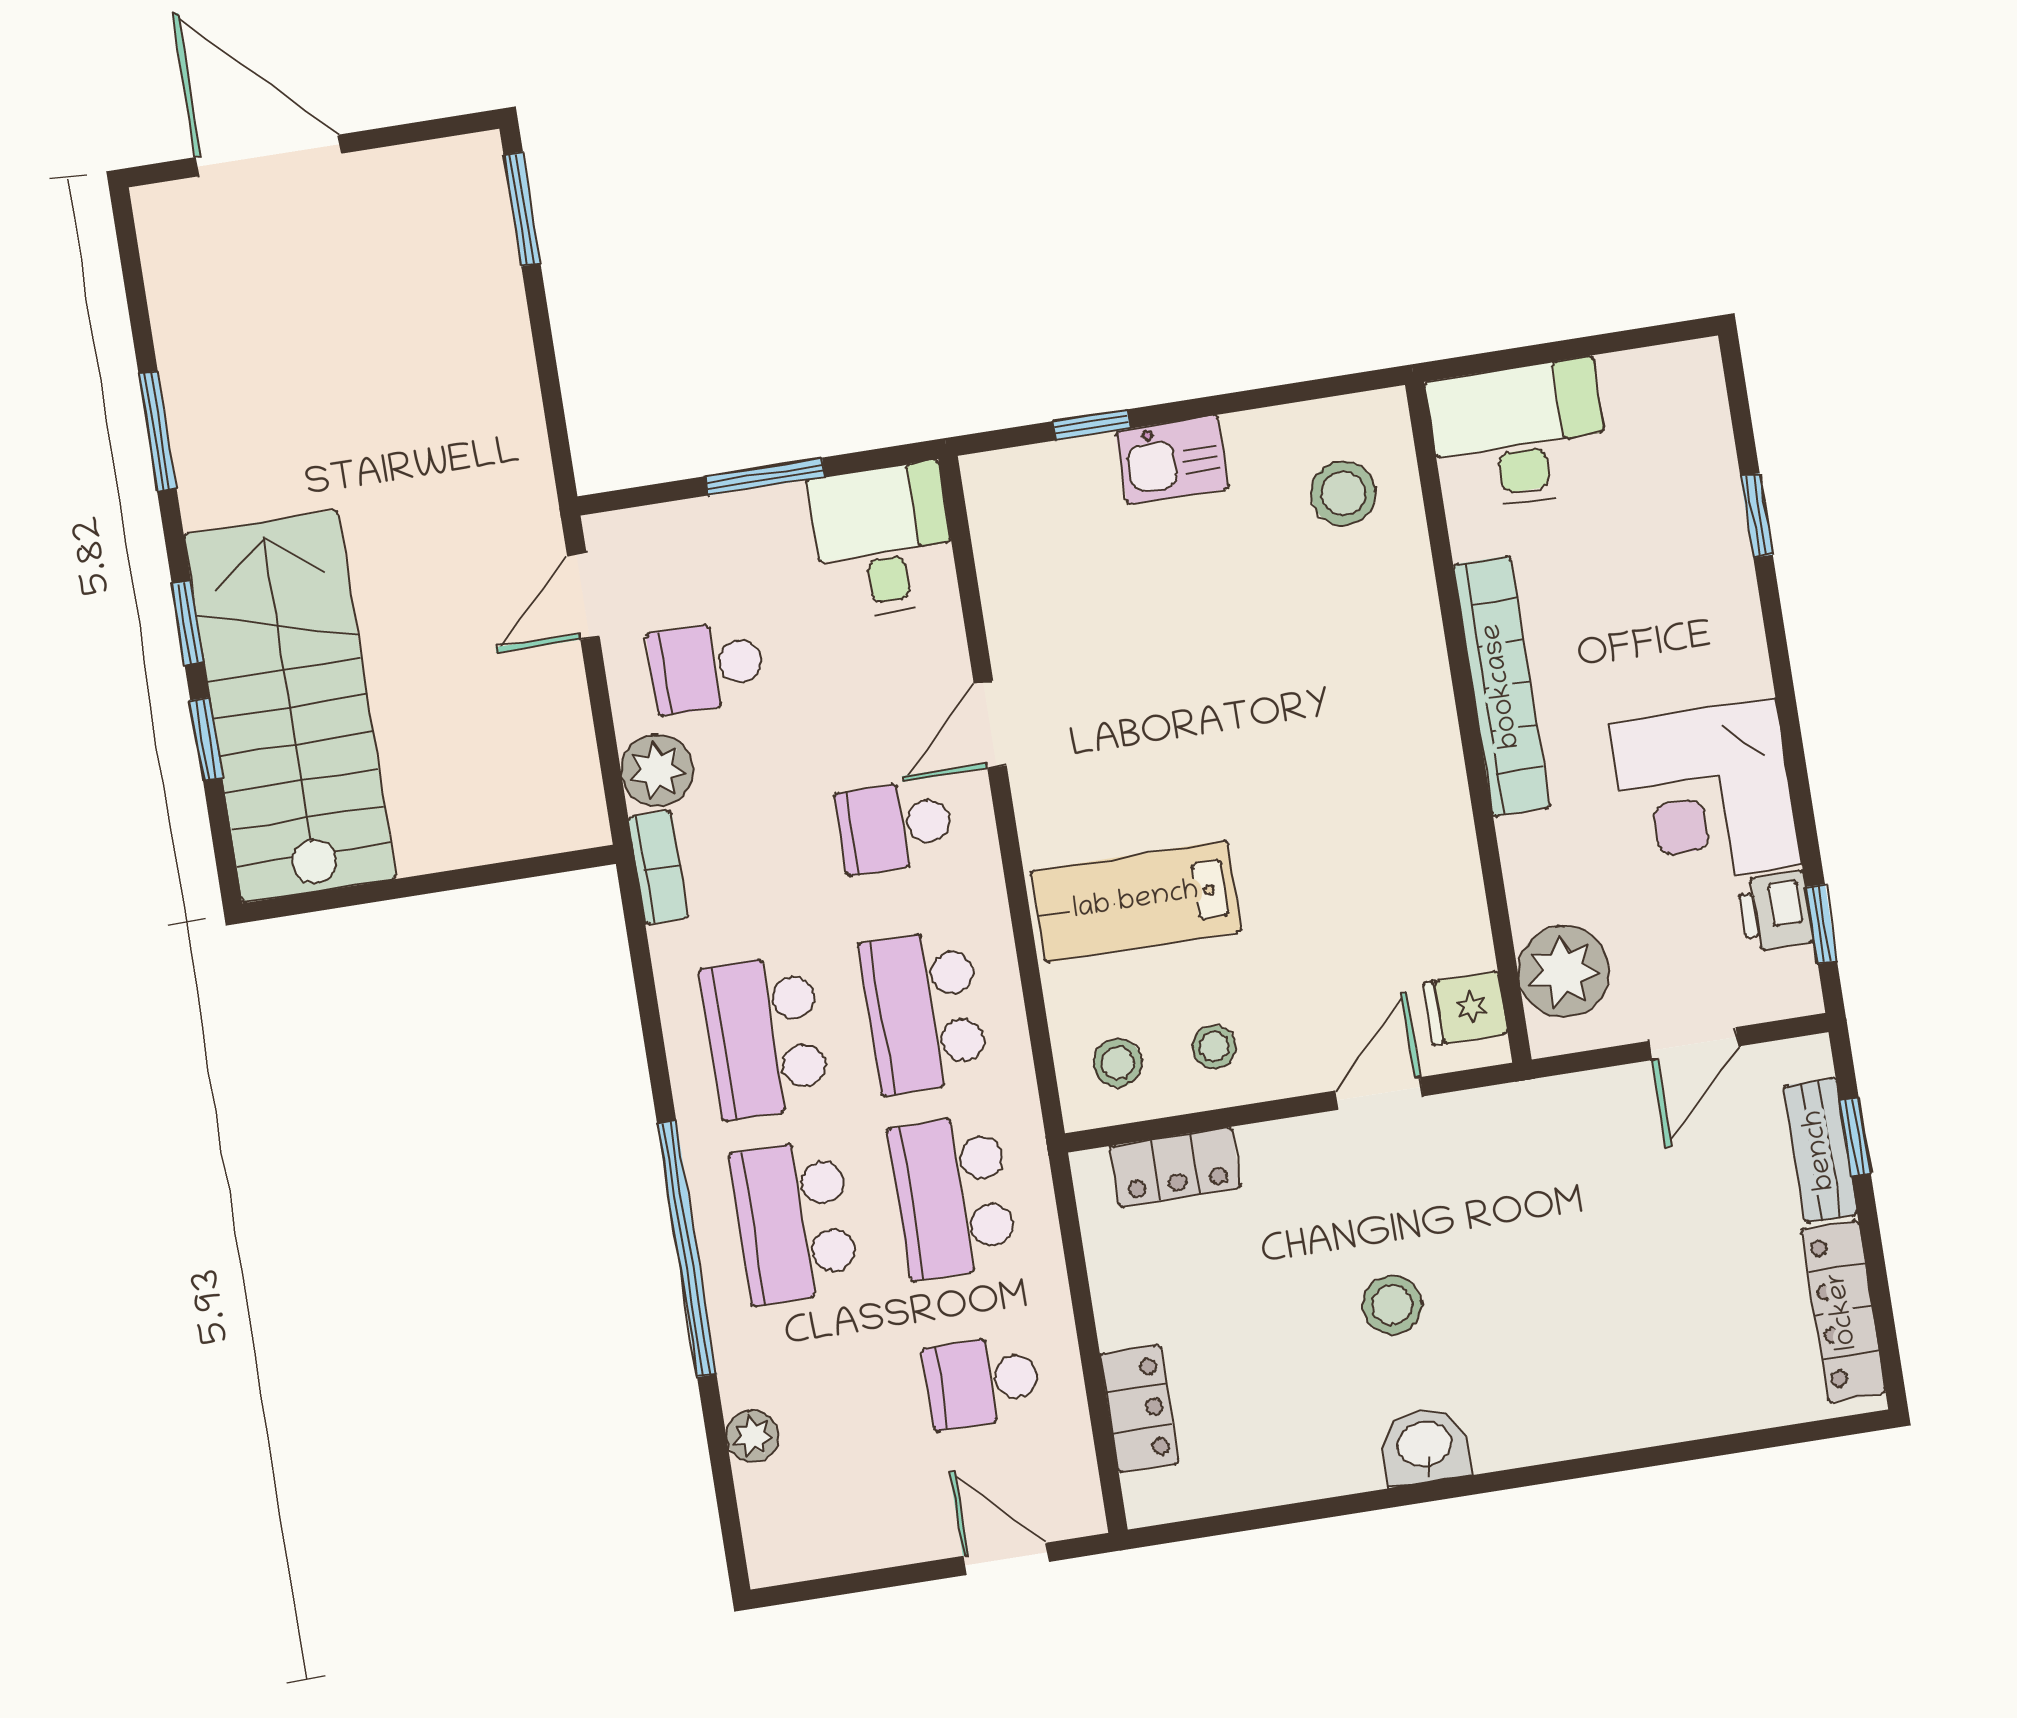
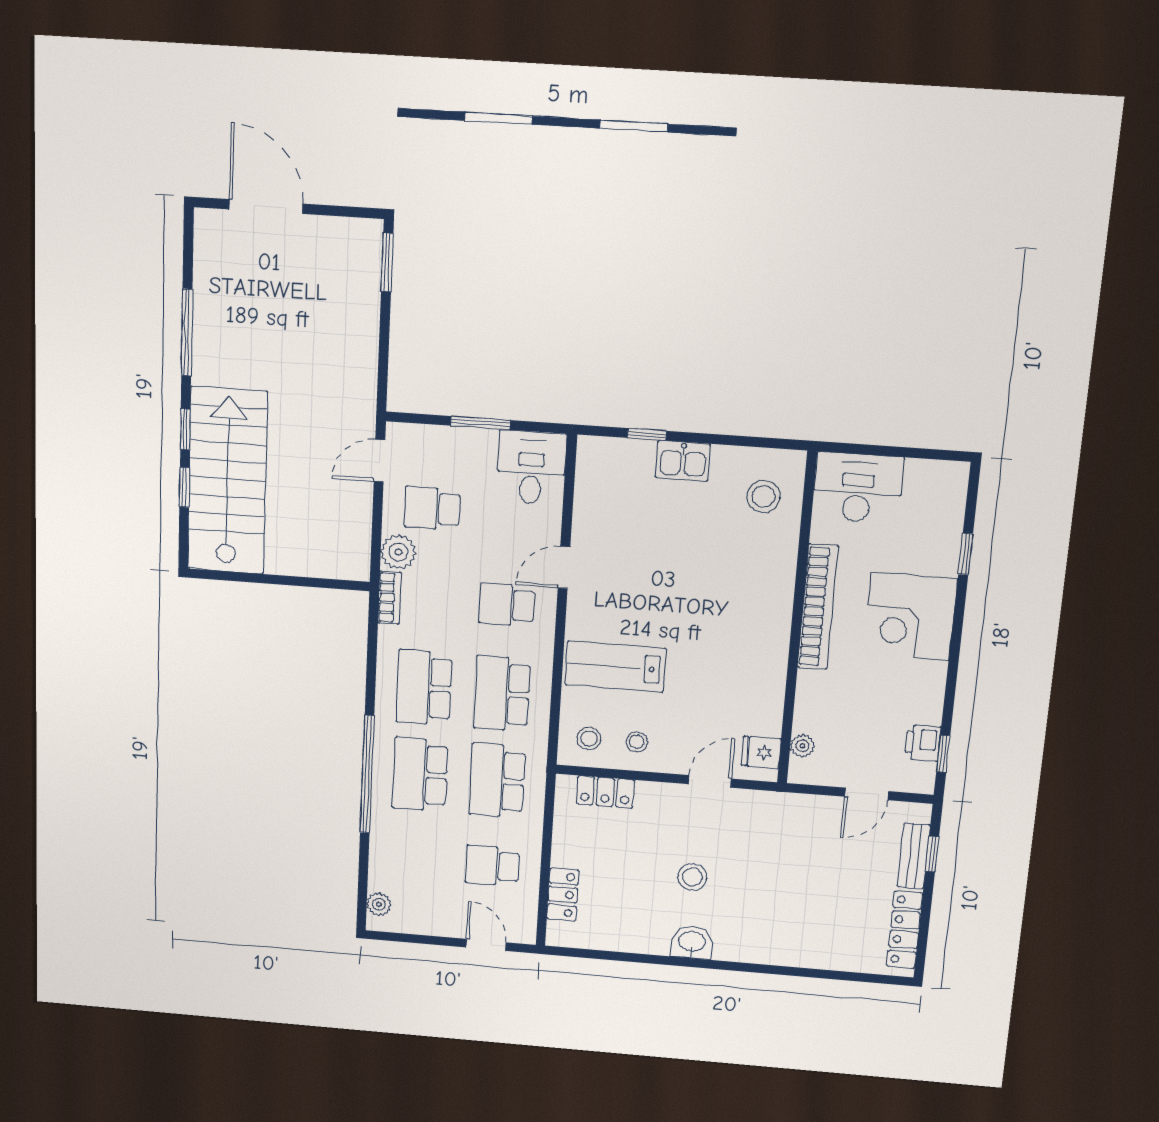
window: (157, 431) -> (187, 332), width x1.44
corner desk: (1705, 794) -> (910, 617), moved
plant: (1564, 972) -> (802, 746), width x0.53, depth x0.53
plant: (753, 1436) -> (379, 904), moved

